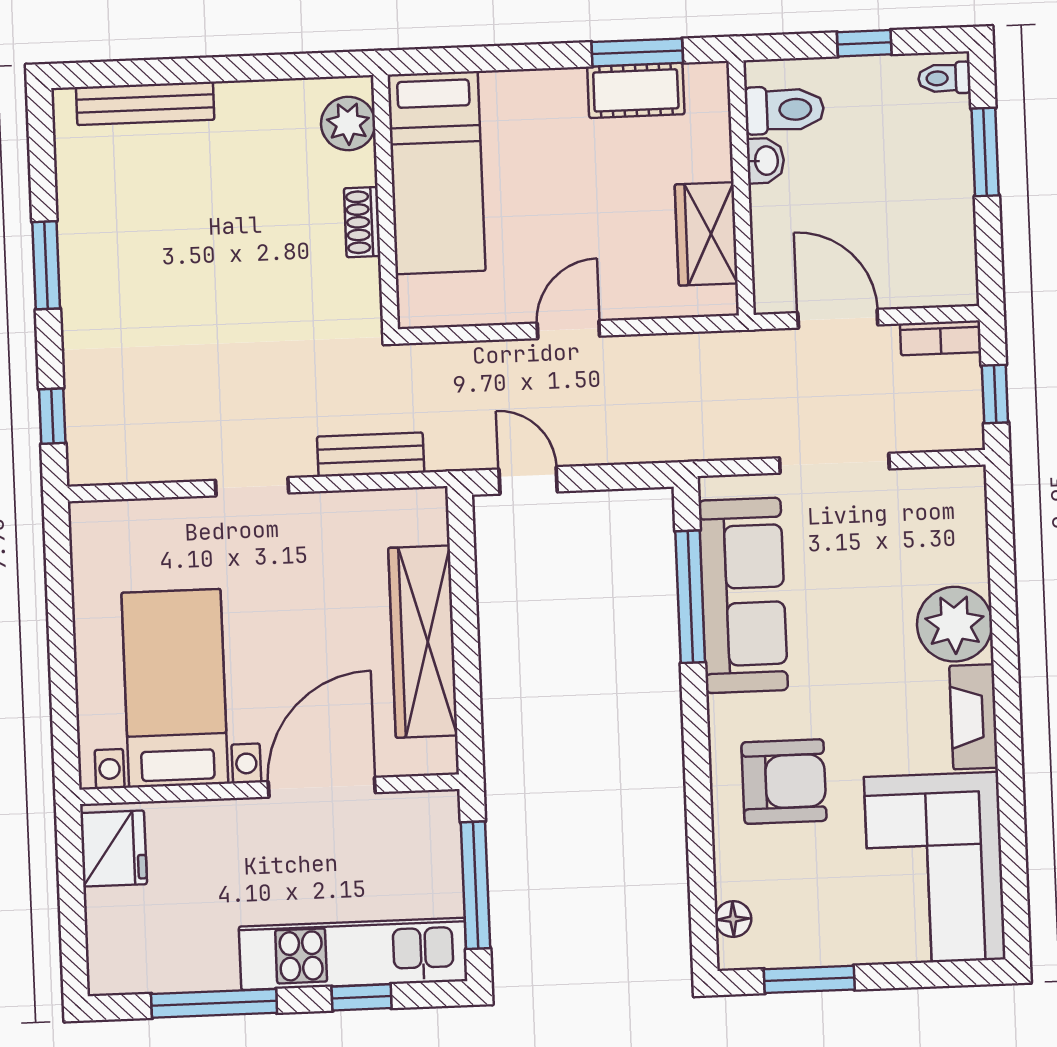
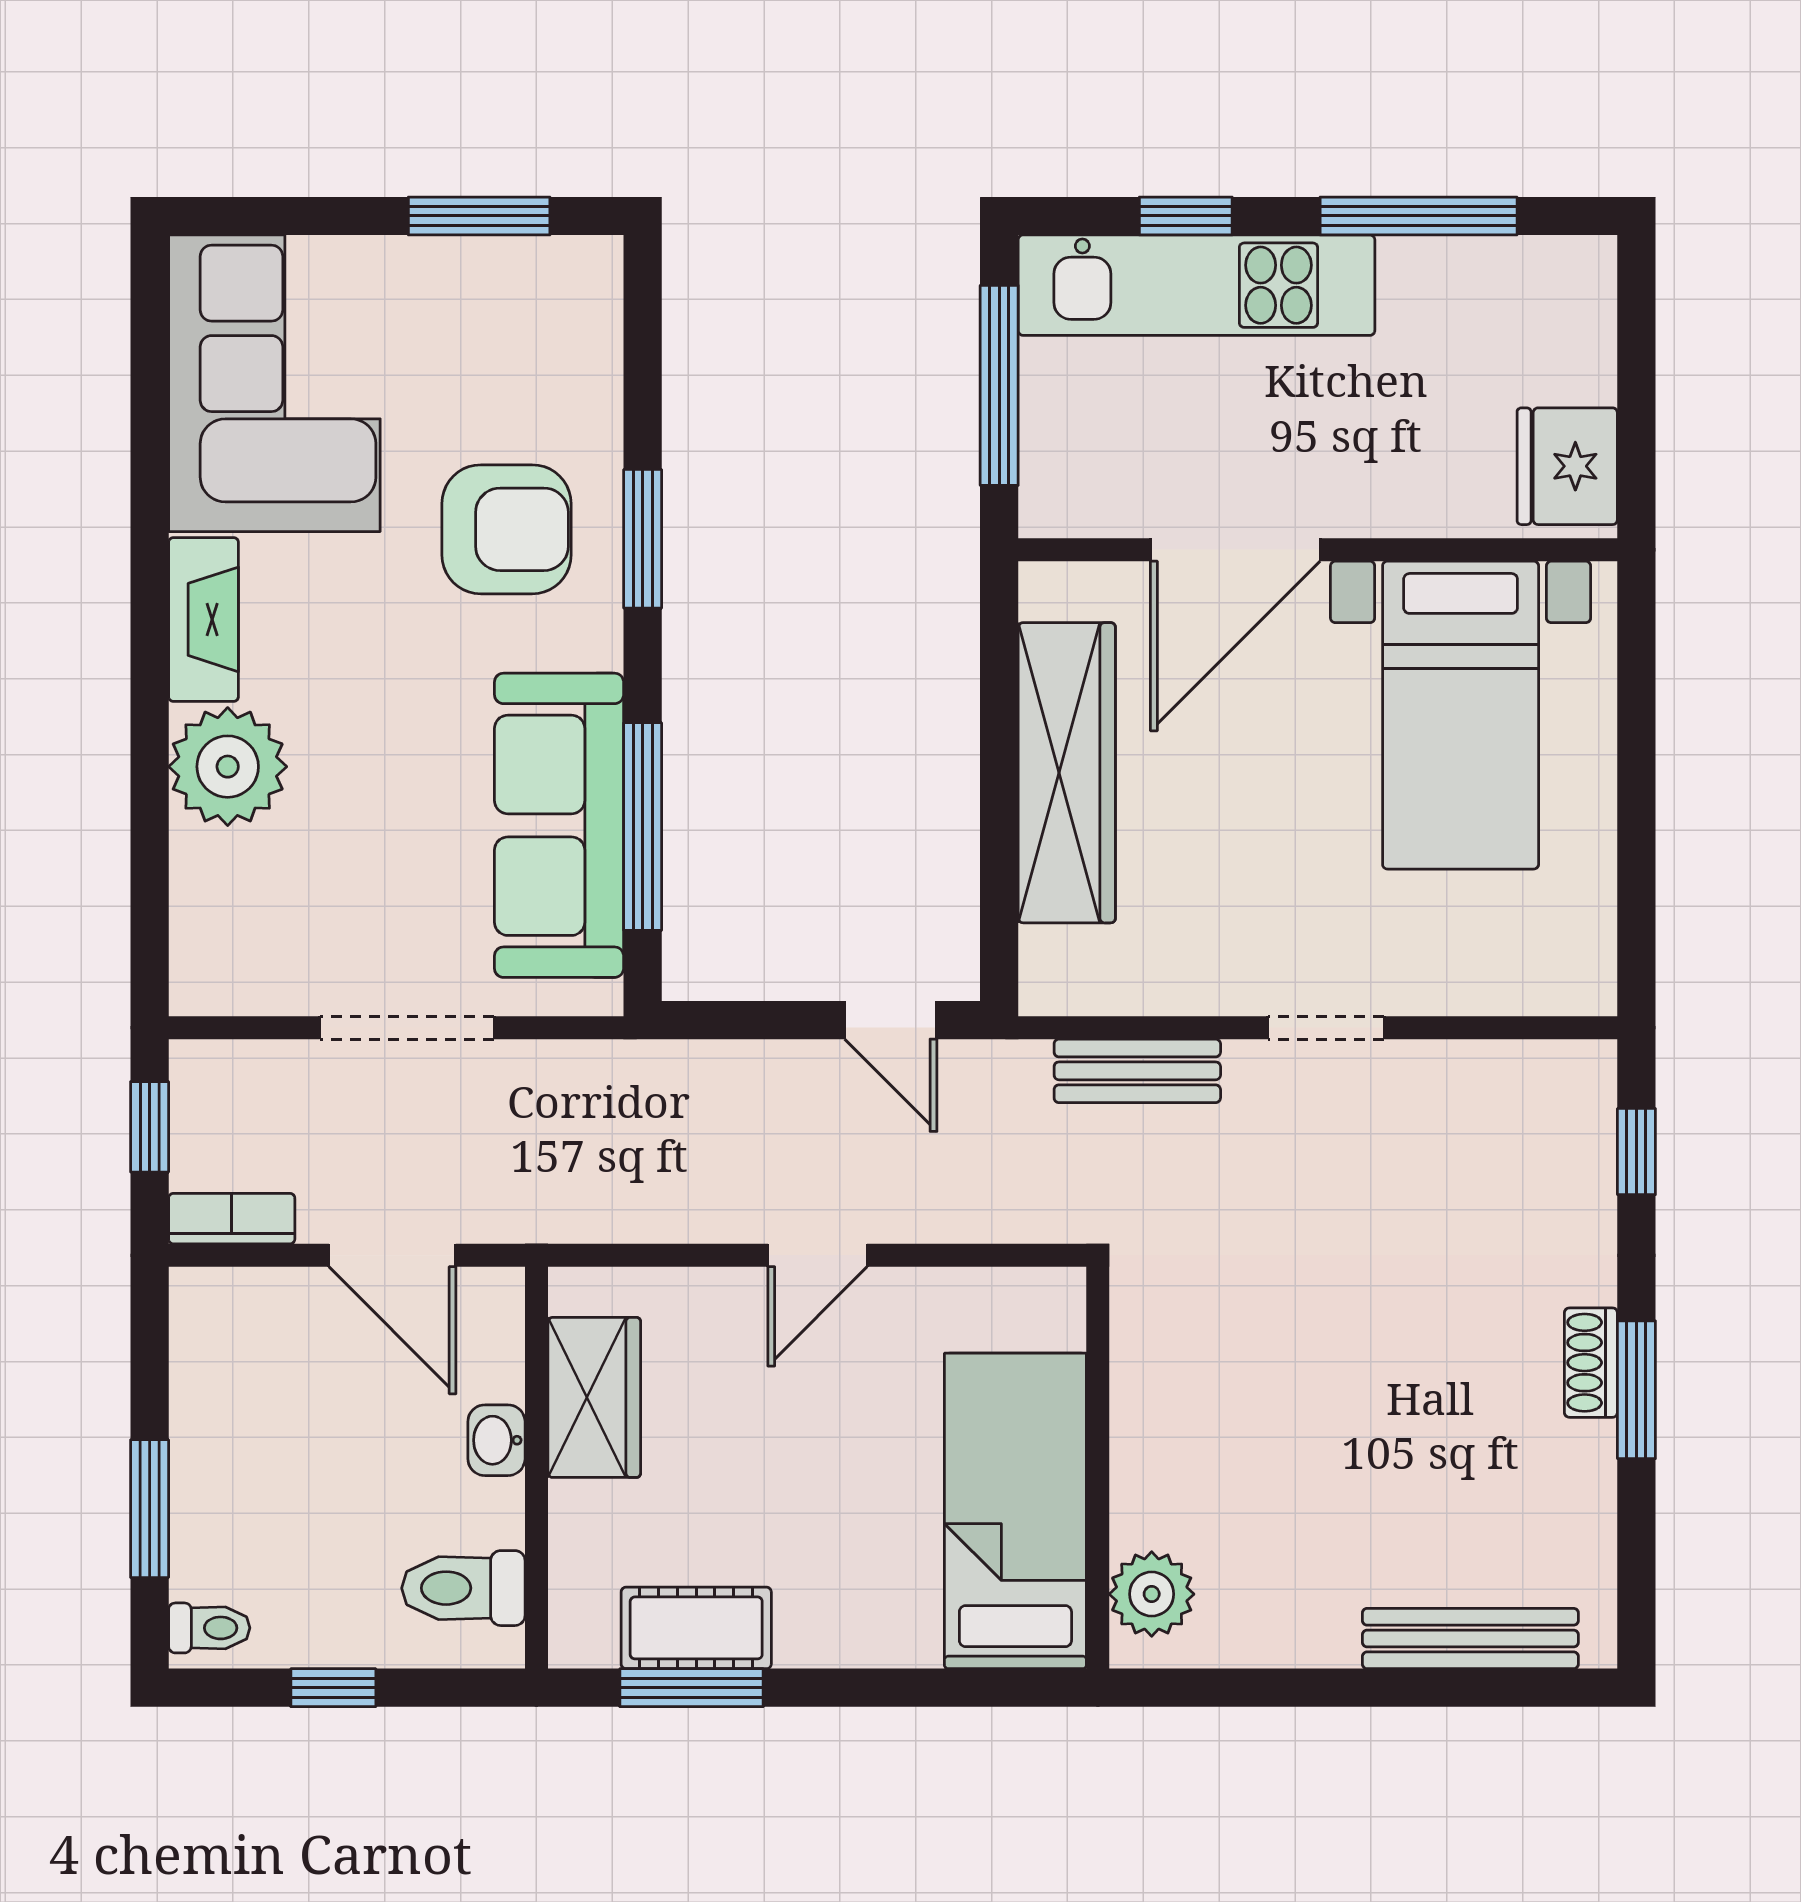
washbasin: (765, 161) -> (496, 1440), moved
shoe rack: (362, 222) -> (1591, 1363), moved, turned 180
window: (697, 779) -> (643, 539), added
armchair: (784, 782) -> (506, 529), turned 180
floor lamp: (733, 919) -> (595, 316), removed

